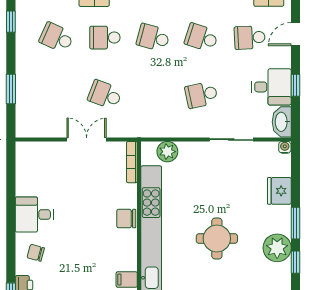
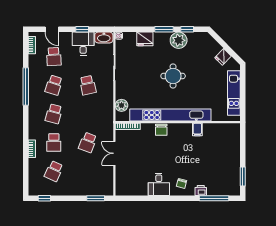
window: (11, 89) -> (96, 198), moved

